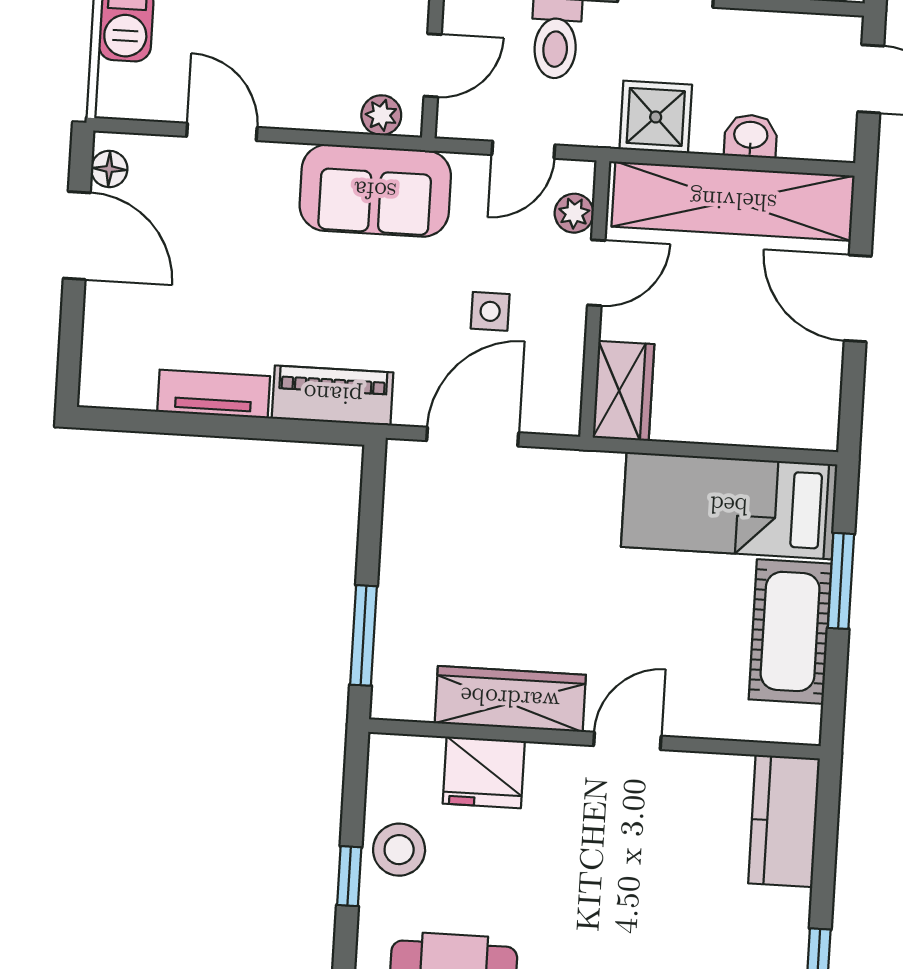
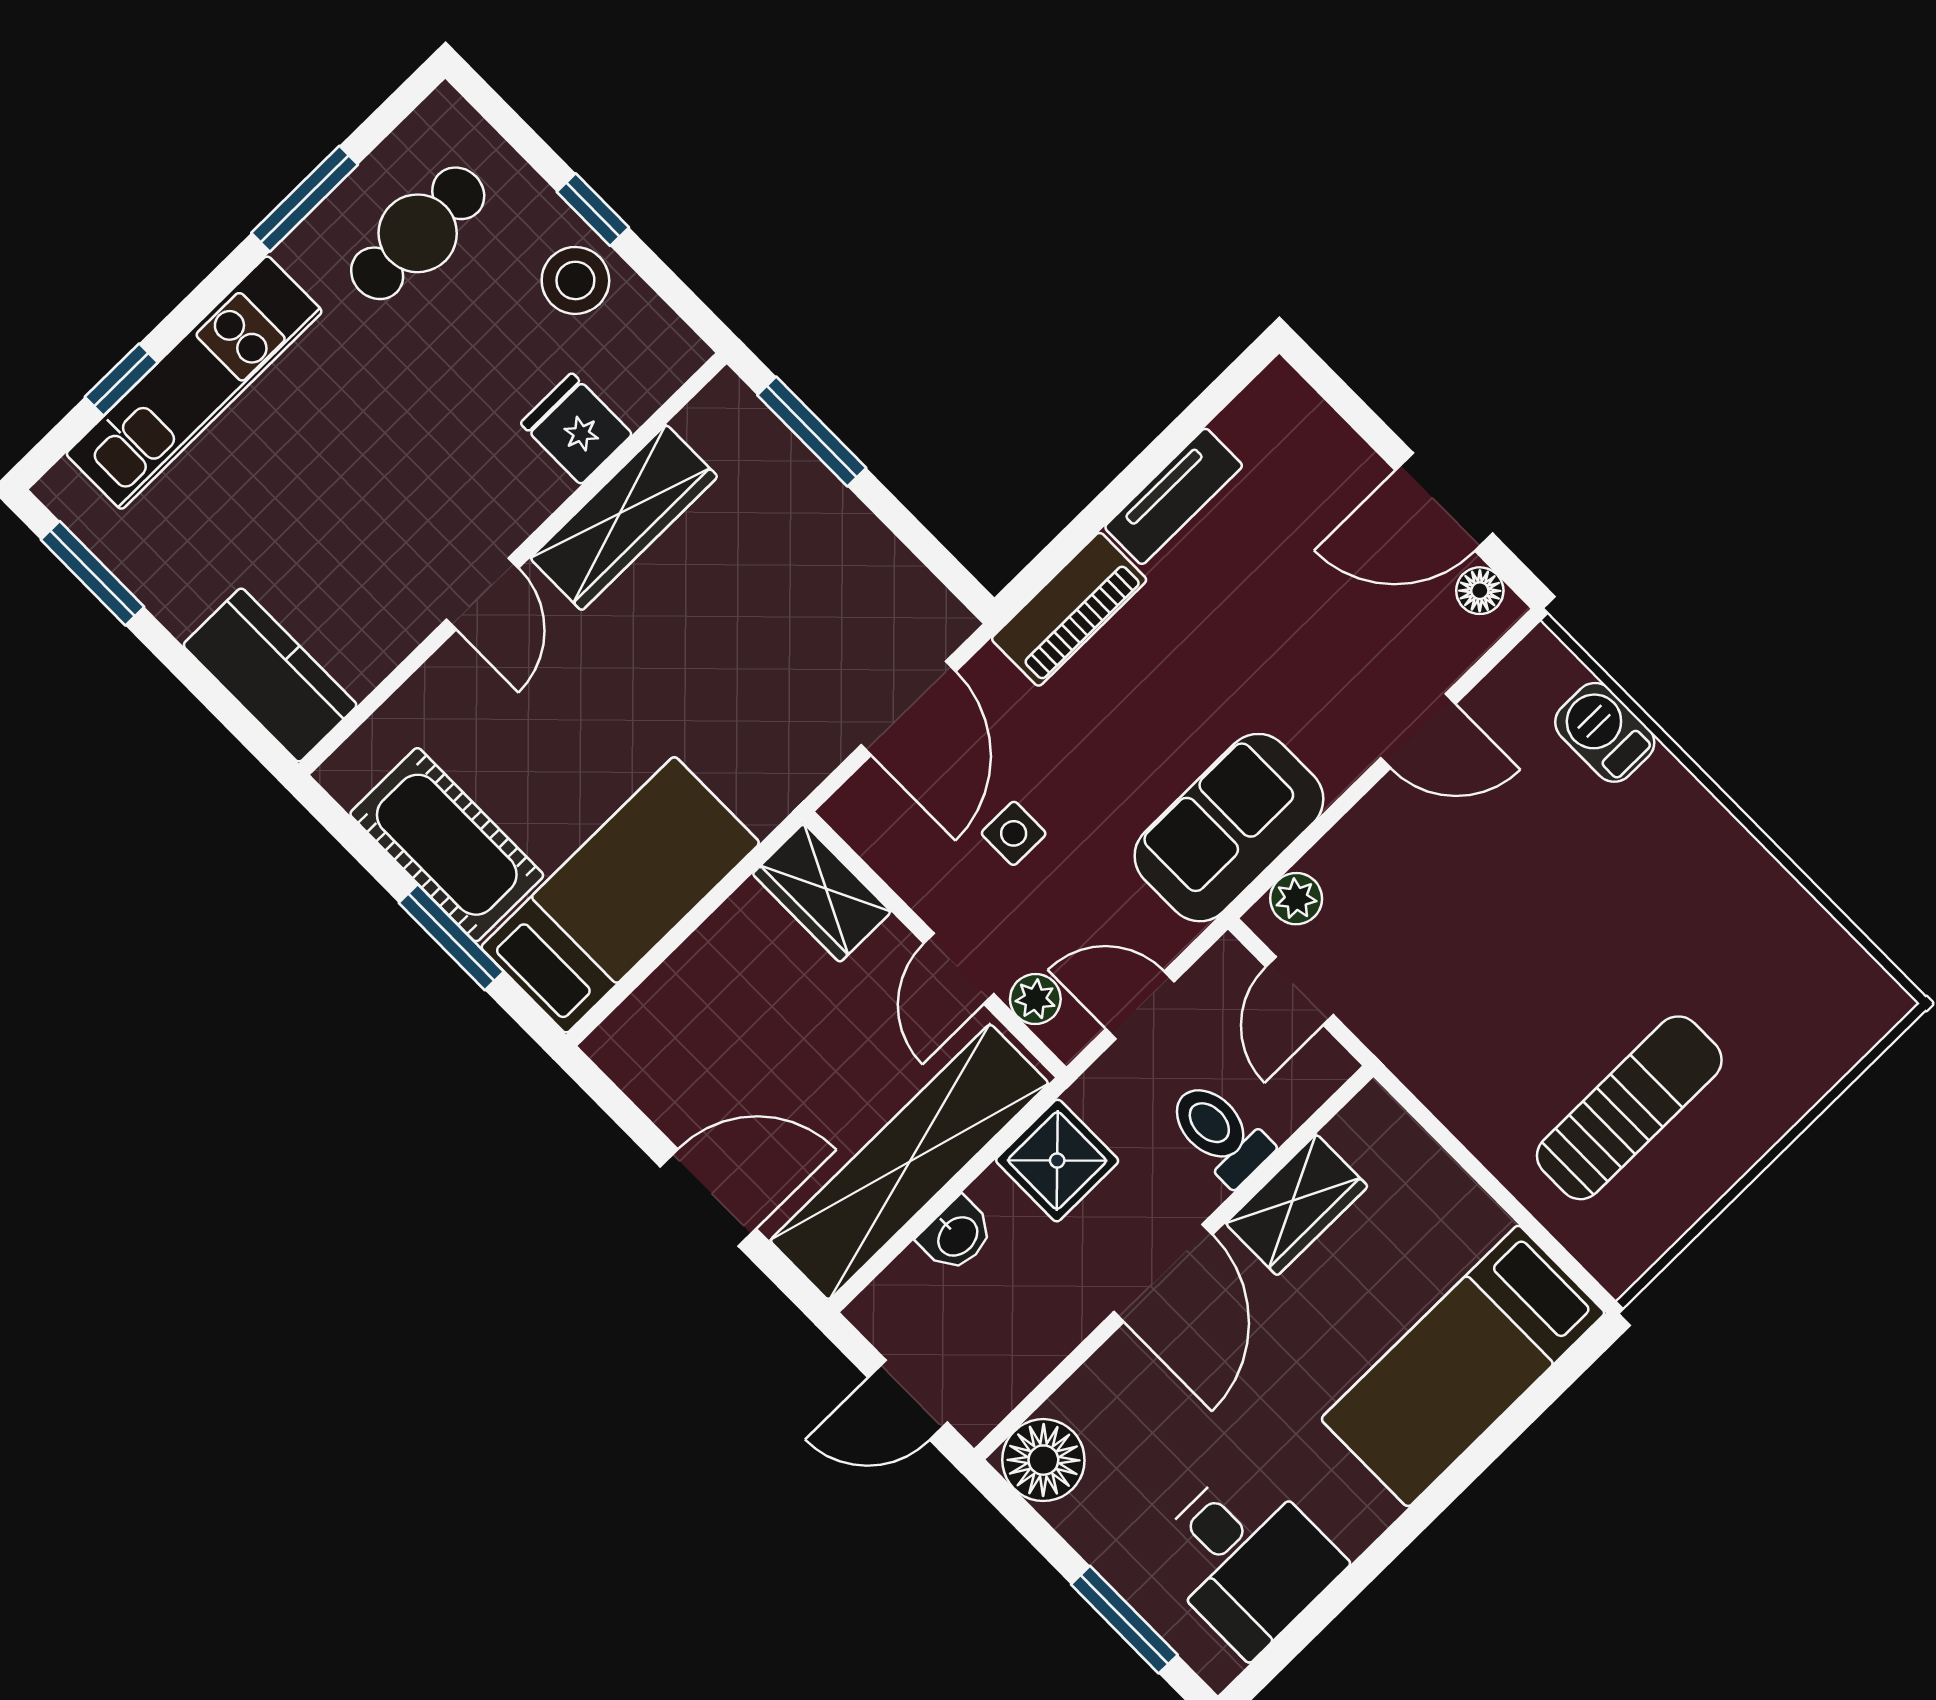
door: (523, 150) -> (1140, 1005), hinge flipped
fridge: (484, 772) -> (576, 429), width x0.72

